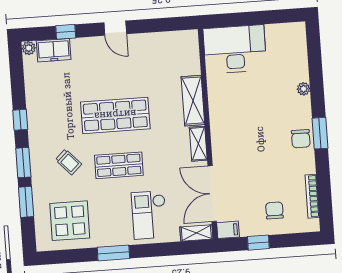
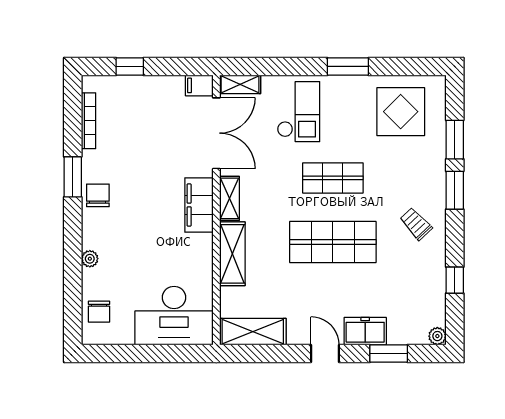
window: (66, 32) -> (389, 353), width x1.50
shelving: (173, 41) -> (253, 332), added
freezer: (54, 50) -> (365, 331), moved
window: (20, 120) -> (455, 280), moved
window: (320, 133) -> (73, 177), moved
filing cabinet: (222, 137) -> (199, 205), added
trolley: (68, 162) -> (416, 224), moved
chair: (274, 210) -> (99, 312), moved
window: (258, 243) -> (130, 66), moved

